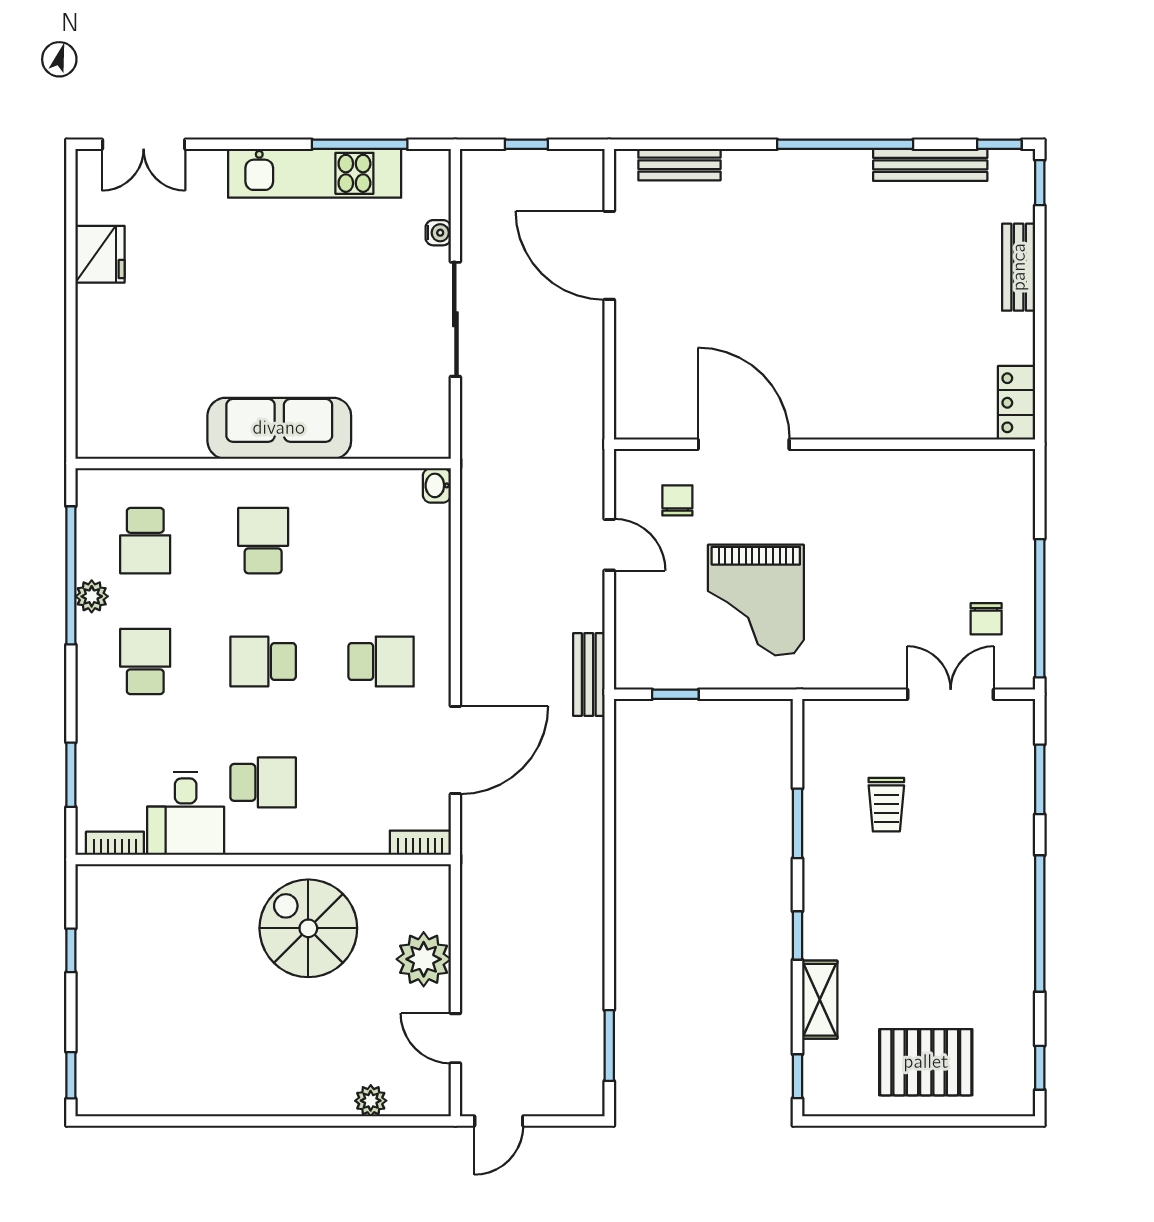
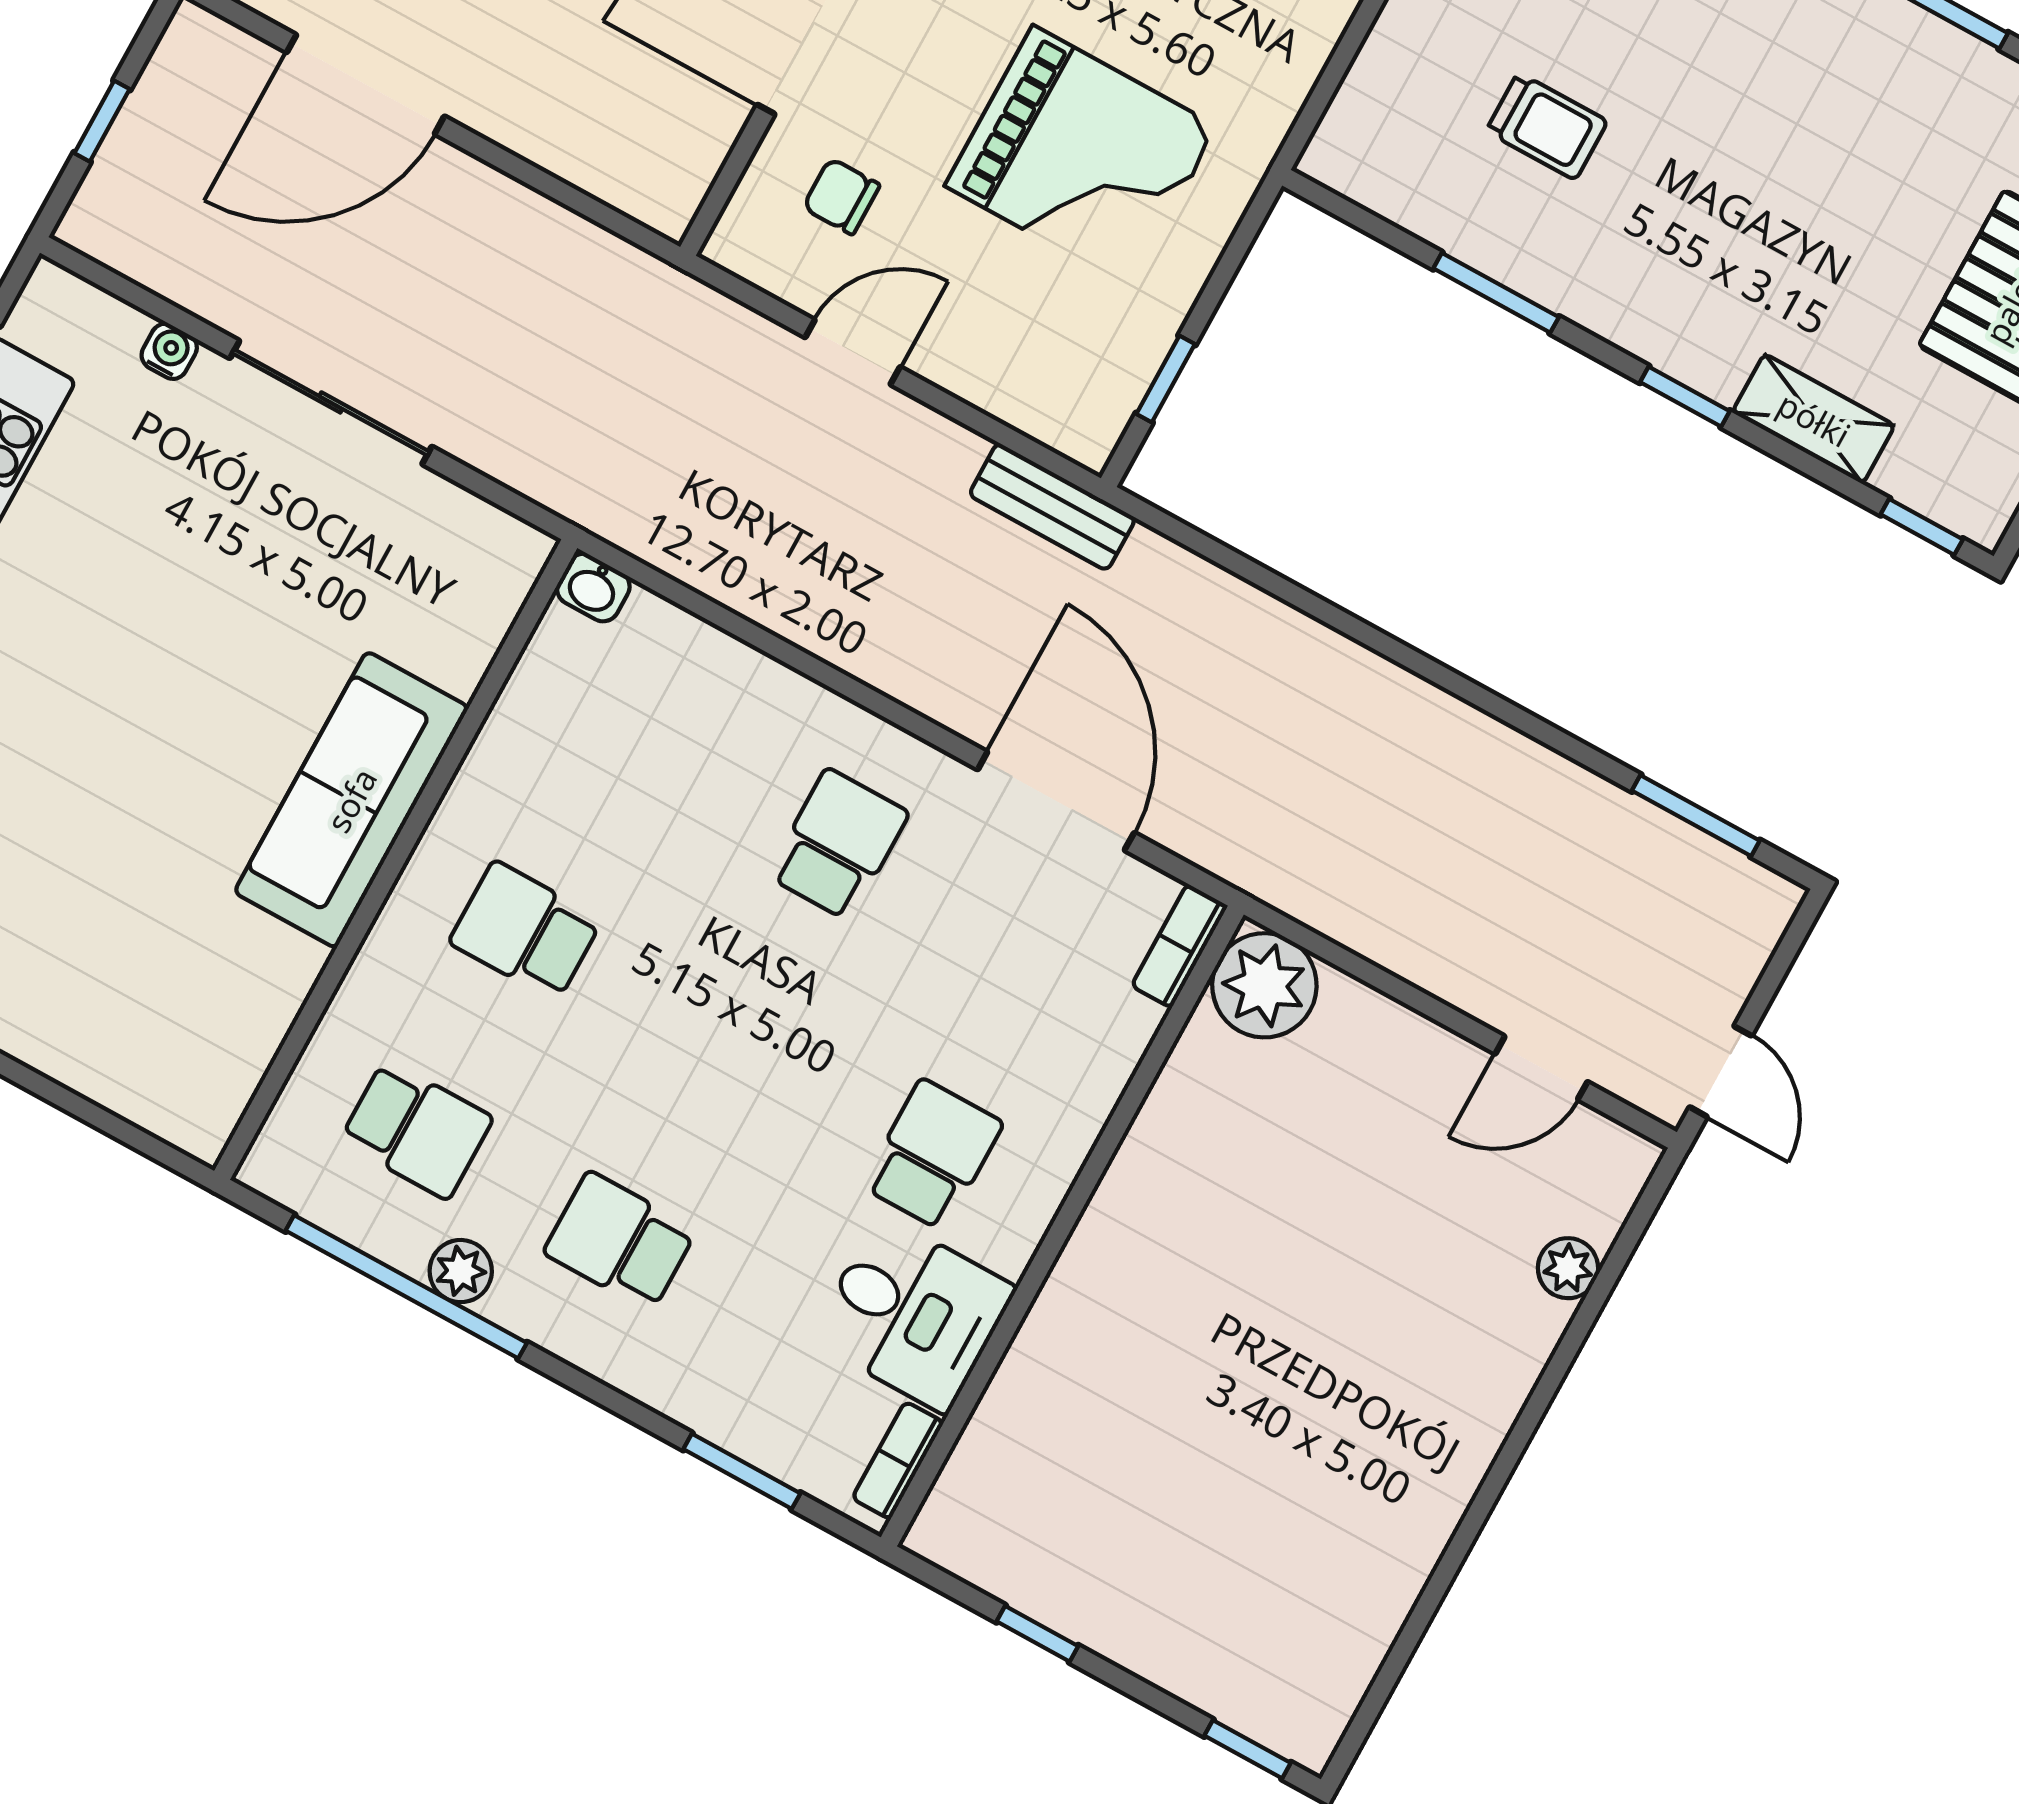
school desk: (263, 661) -> (729, 1043), removed
spiral stairs: (308, 928) -> (1220, 1214), removed
plant: (424, 959) -> (1264, 985), moved

